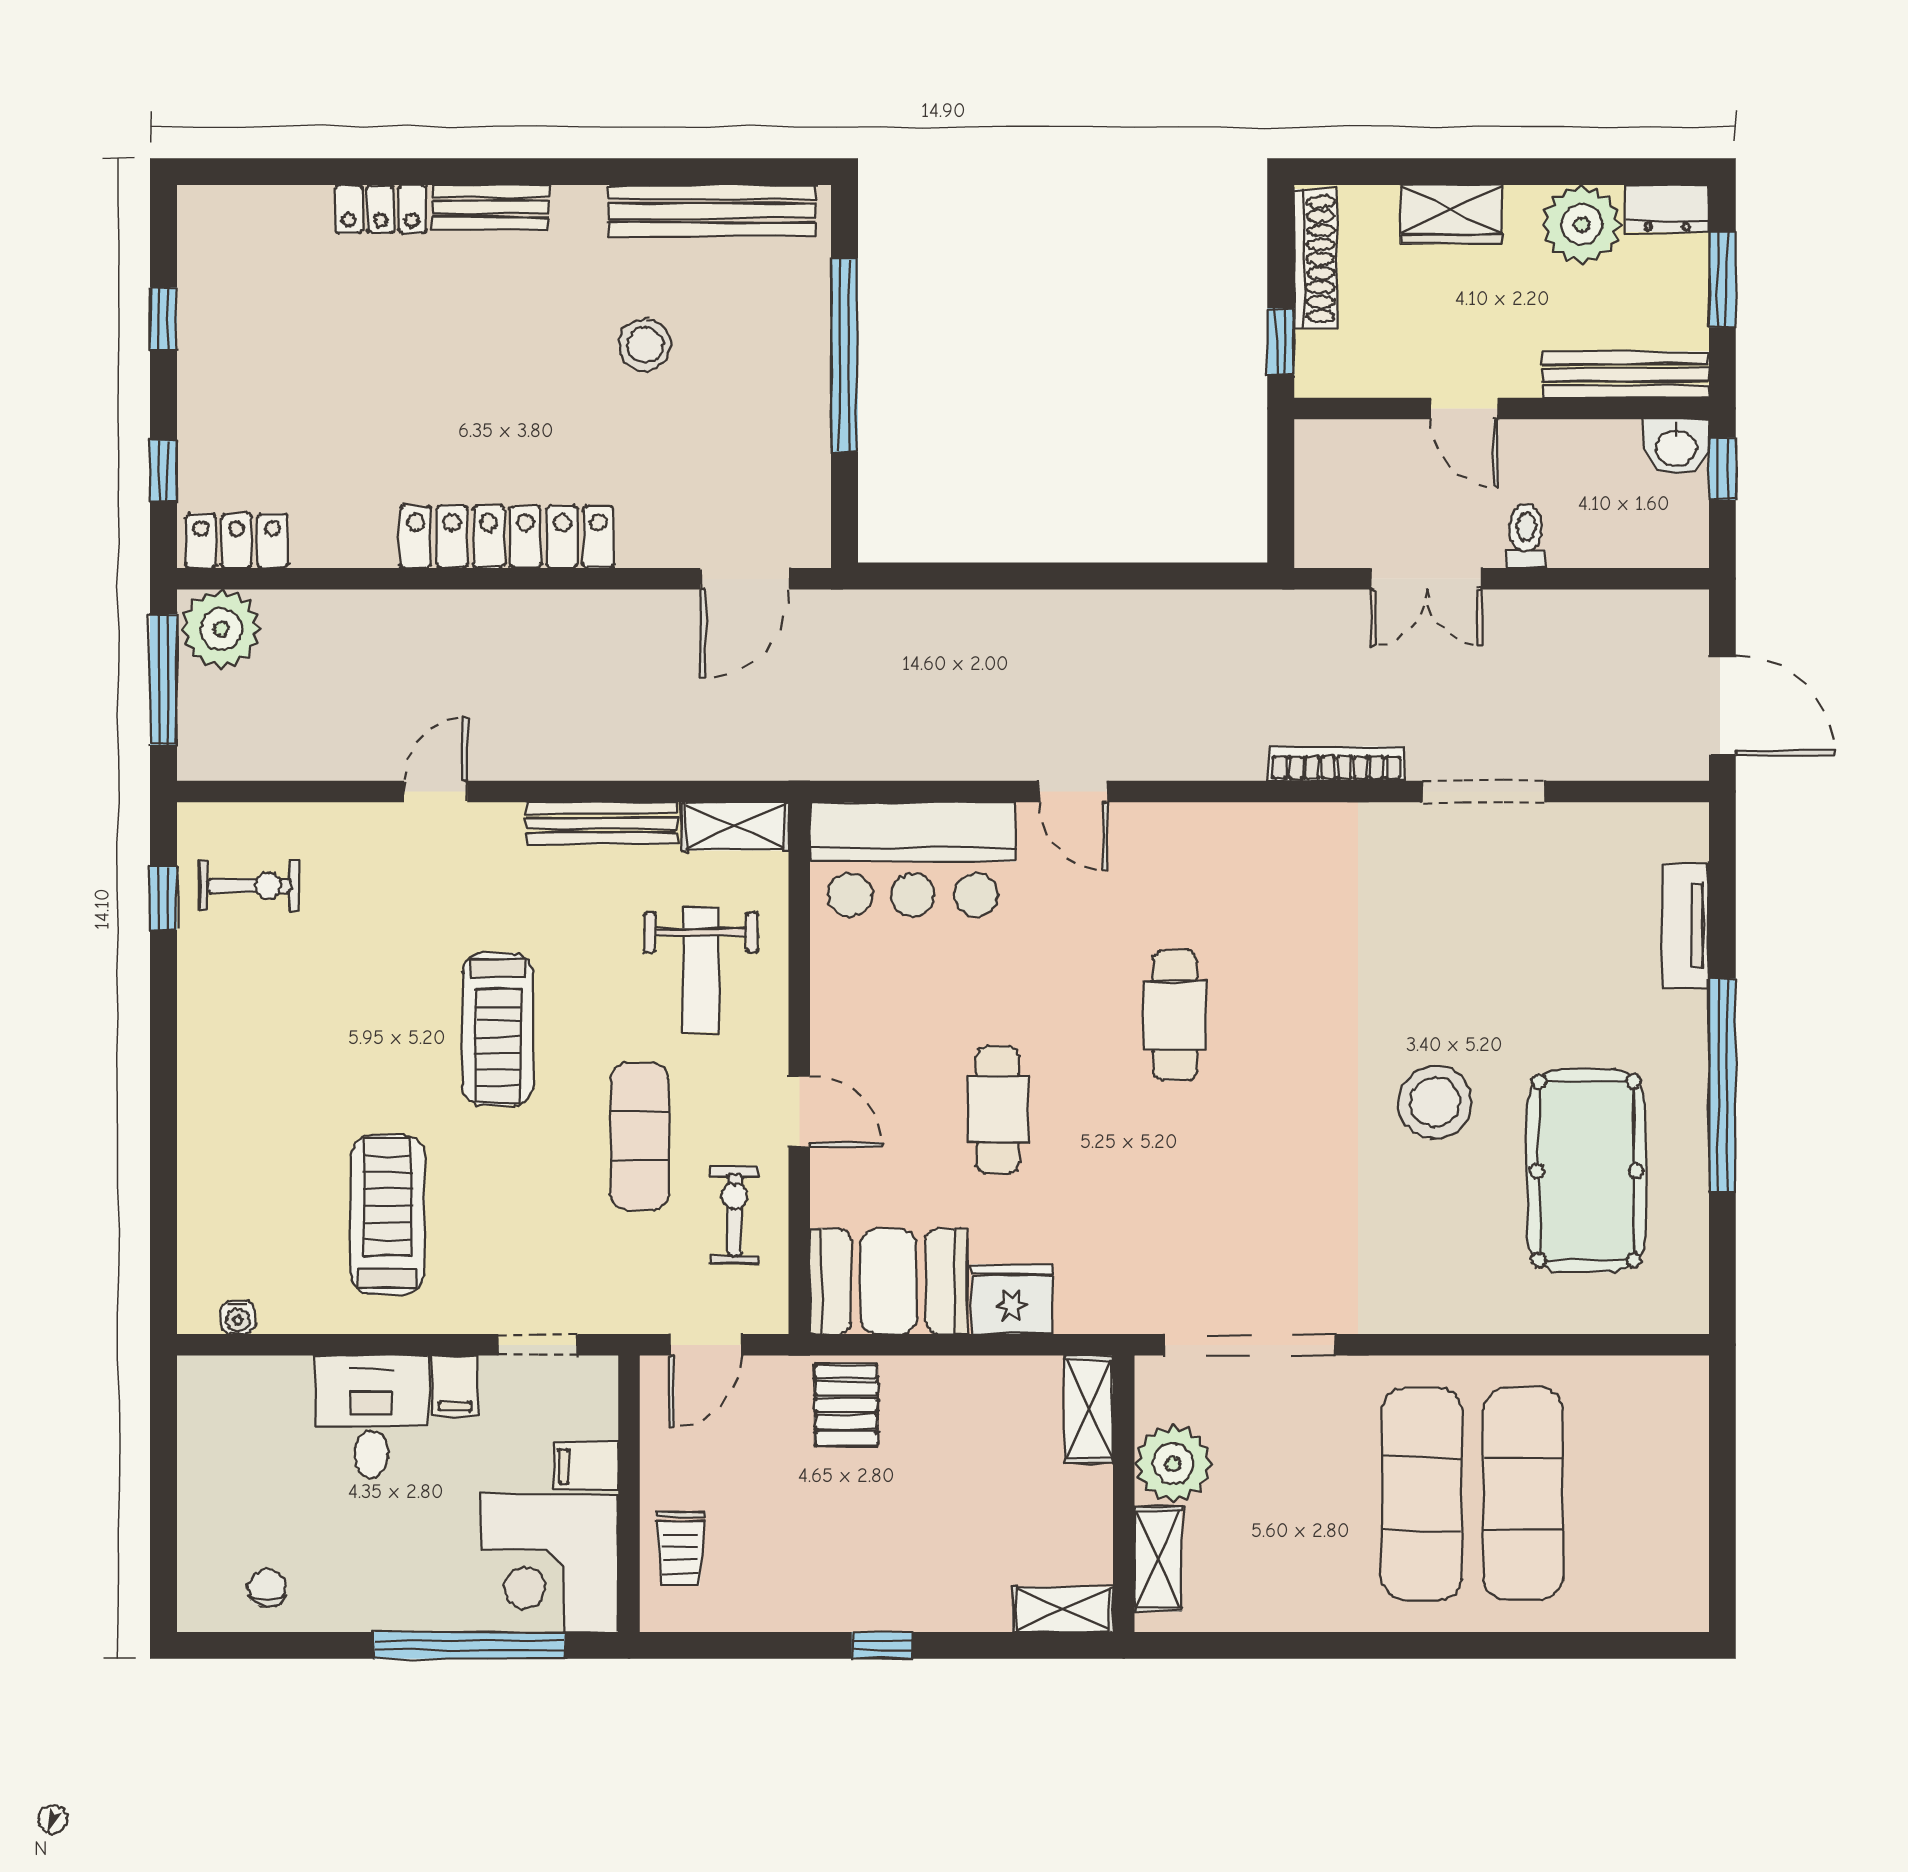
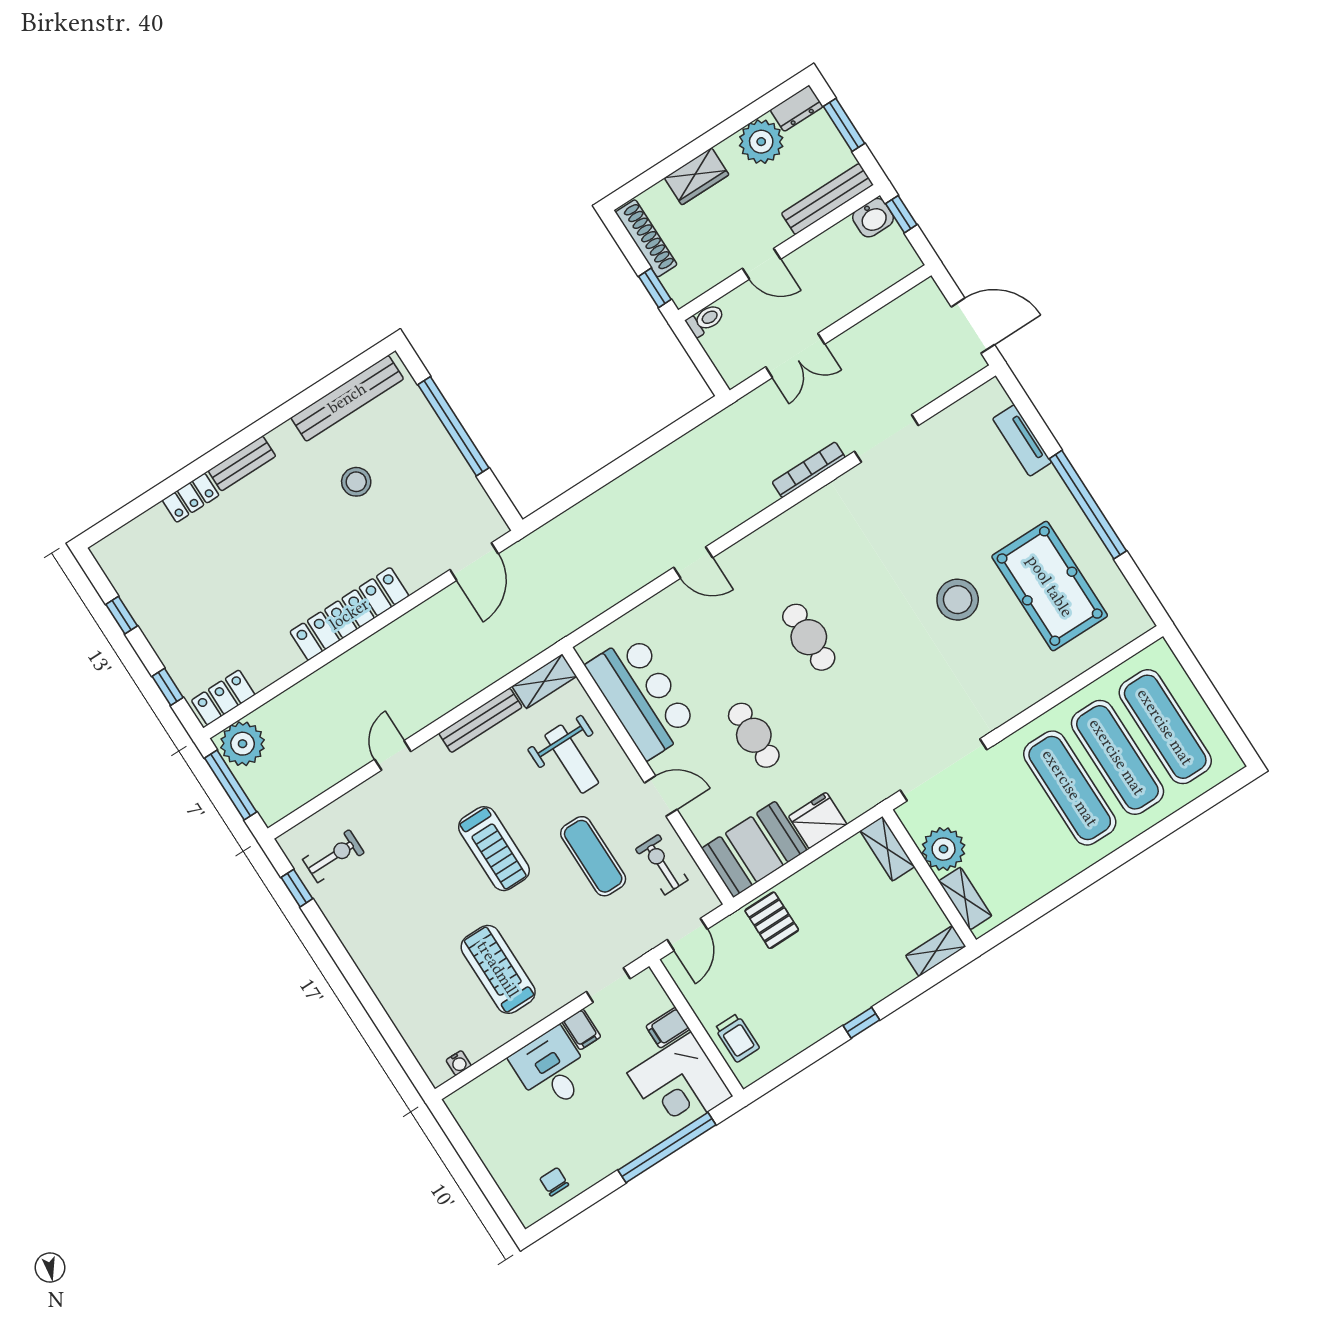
toilet: (1526, 536) -> (705, 320), moved, turned 90
bar counter: (913, 859) -> (642, 696), moved, turned -90
exercise mat: (1625, 1494) -> (1165, 727), added

